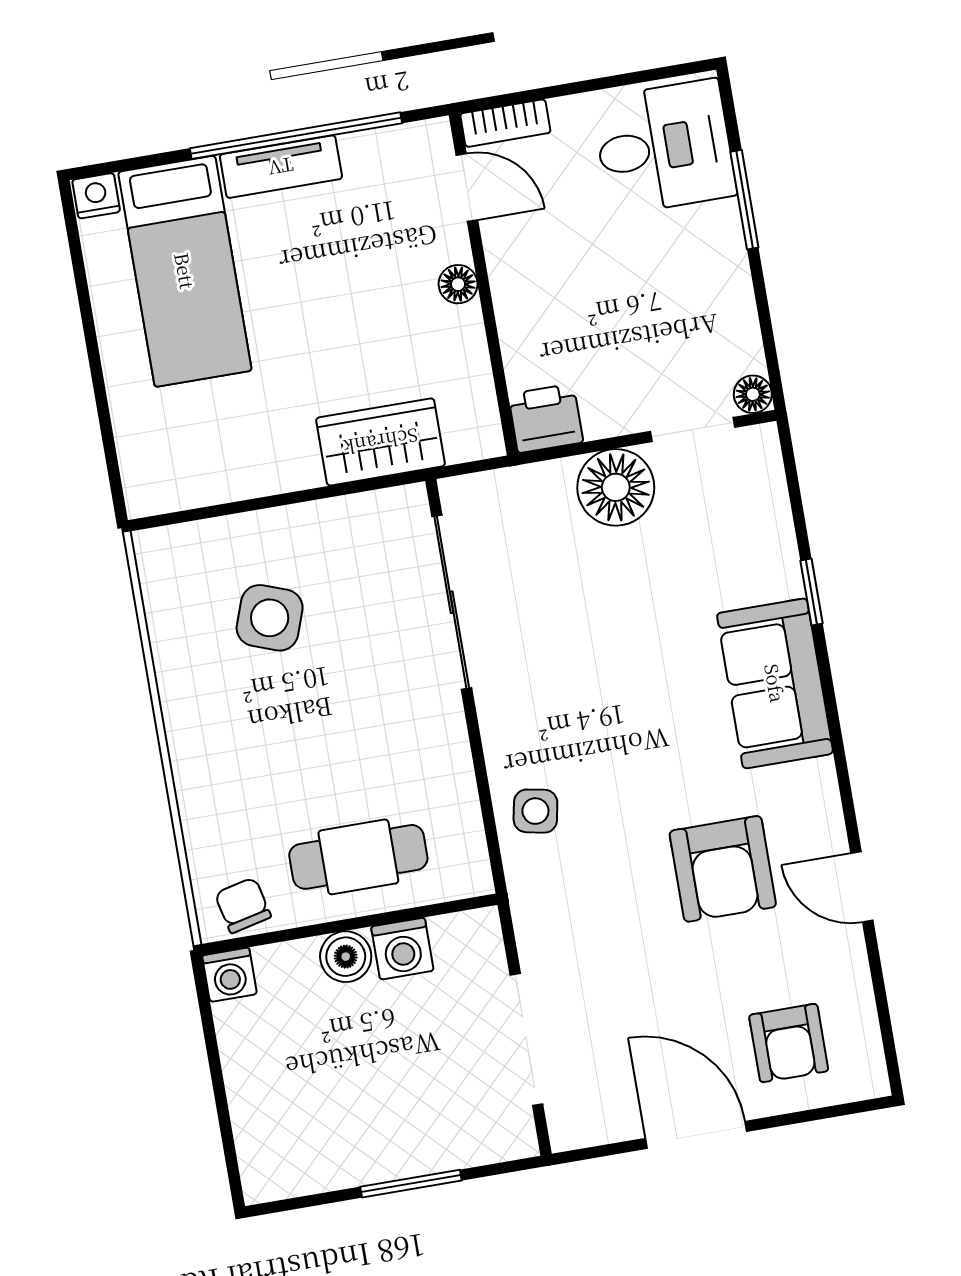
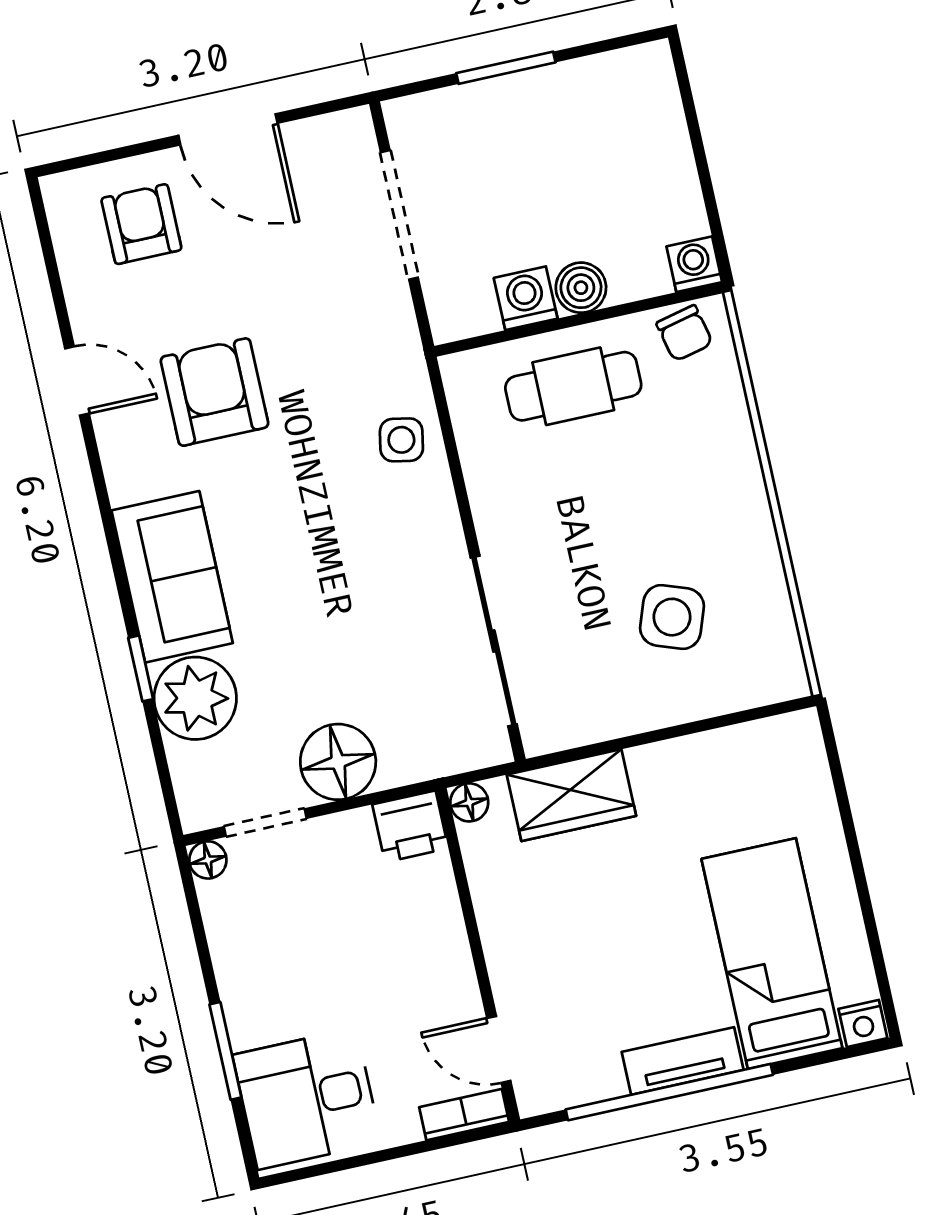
floor lamp: (458, 284) -> (469, 802), moved
plant: (758, 559) -> (195, 698), added

